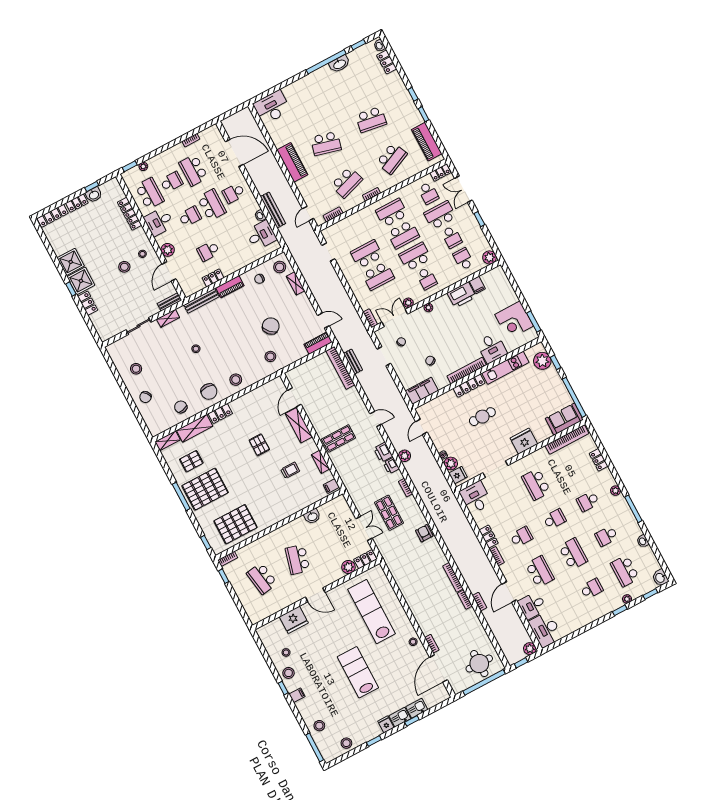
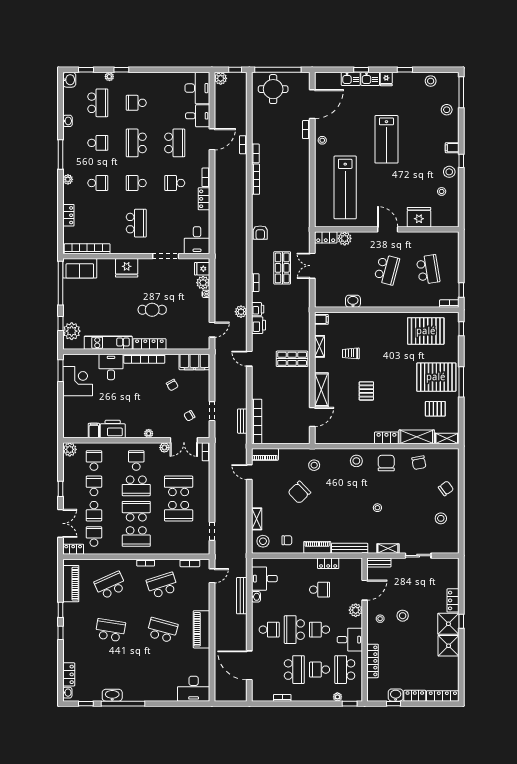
school desk: (440, 215) -> (94, 511), width x0.54
school desk: (463, 259) -> (94, 461), turned 180
school desk: (540, 572) -> (175, 143), turned 180

